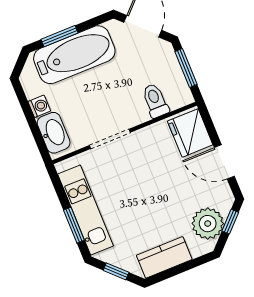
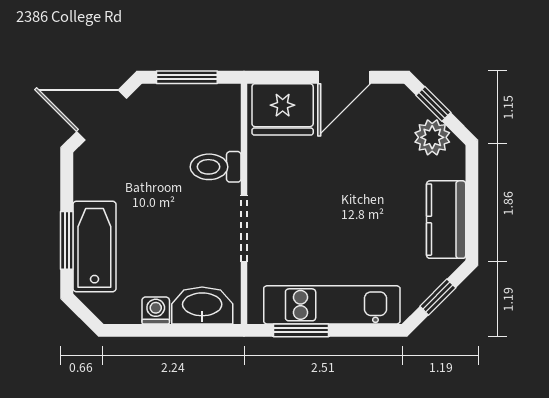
bathtub: (74, 55) -> (94, 246), width x0.73, depth x0.73
toilet: (155, 101) -> (216, 167), moved
plant: (208, 224) -> (432, 137), width x0.73, depth x0.73
window: (74, 225) -> (301, 330), moved

